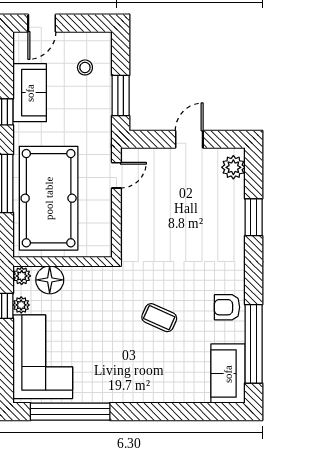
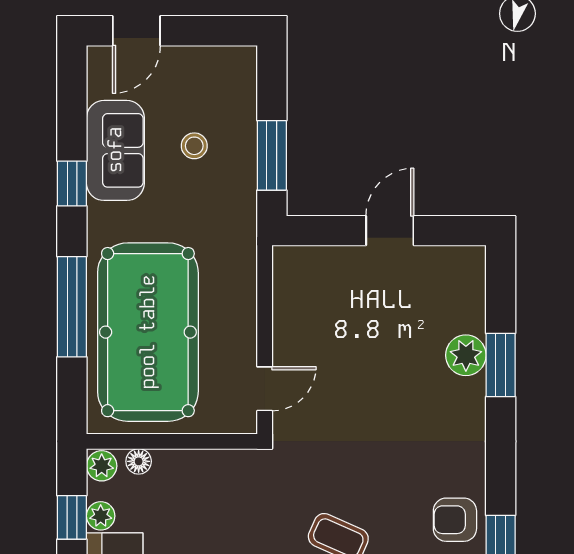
stool: (85, 67) -> (194, 146), moved
plant: (233, 167) -> (466, 355), moved
door: (116, 175) -> (265, 389), moved
floor lamp: (50, 280) -> (139, 461), width x0.53, depth x0.53

